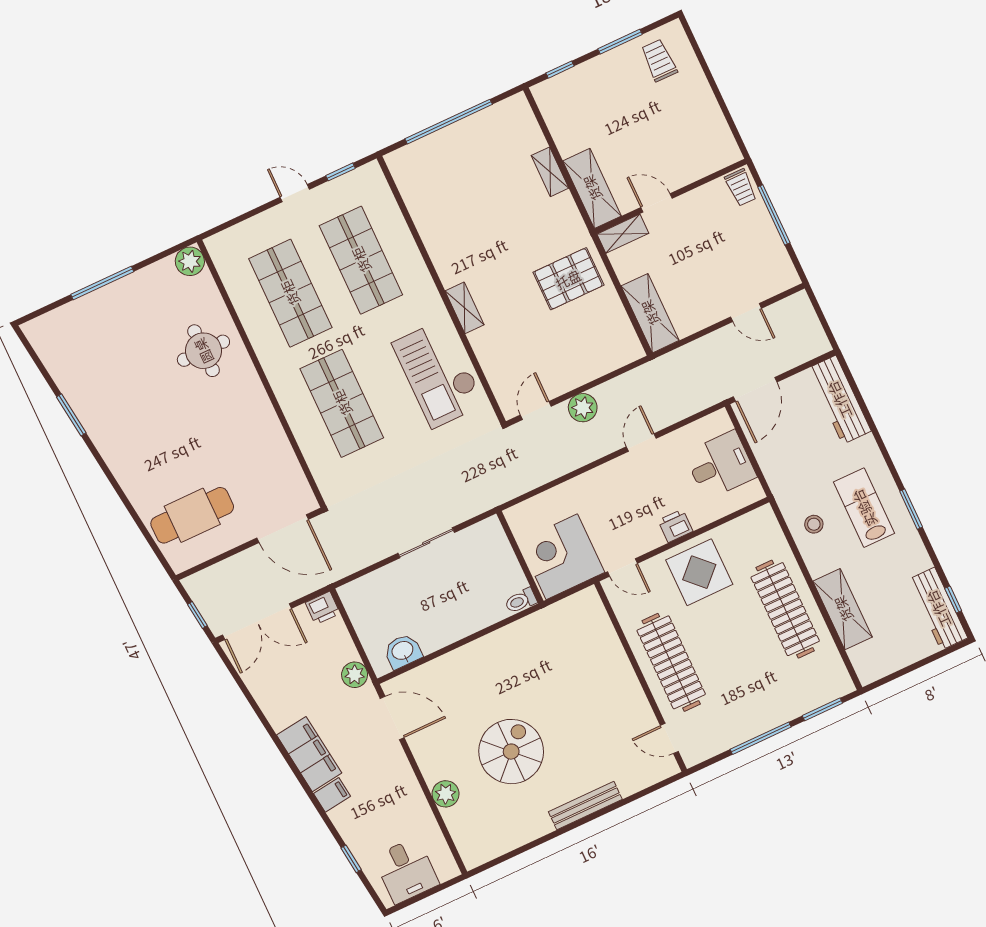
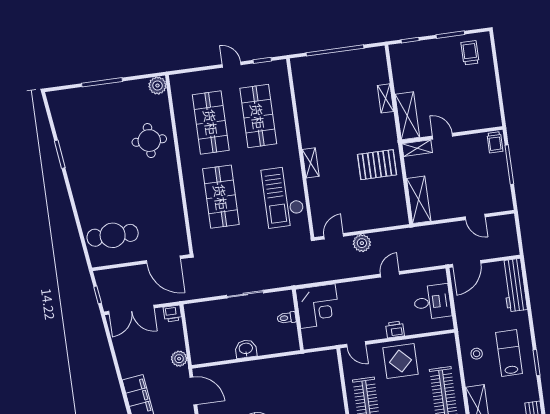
corner desk: (562, 557) -> (318, 306), moved, turned 180
toilet: (521, 601) -> (287, 318), moved
washbasin: (403, 651) -> (246, 349), moved

